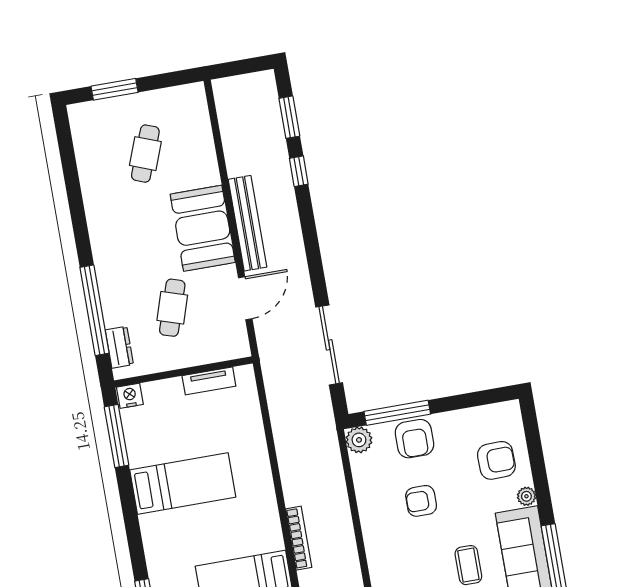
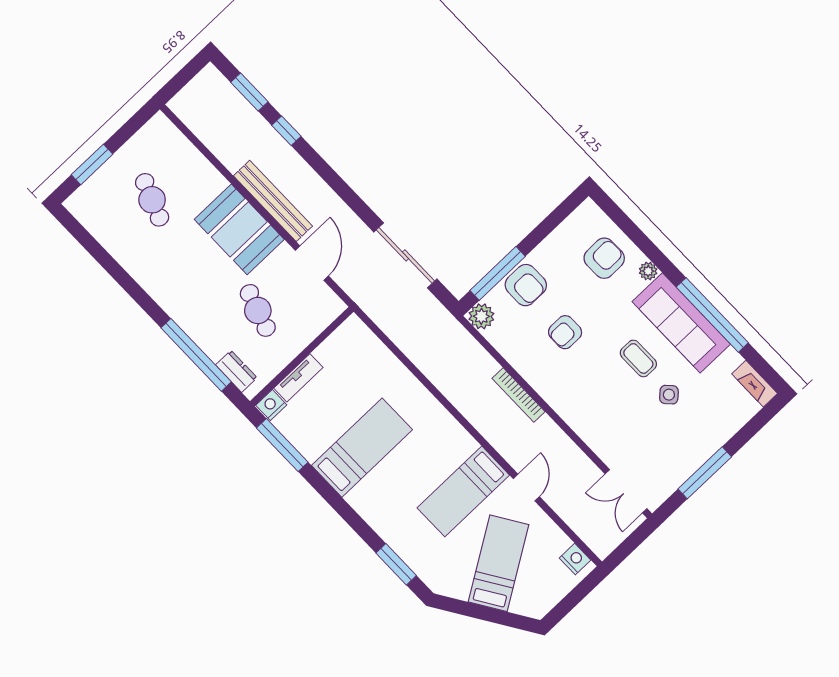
tv unit: (209, 381) -> (298, 378), moved
bookcase: (299, 538) -> (518, 395), moved, turned 180

